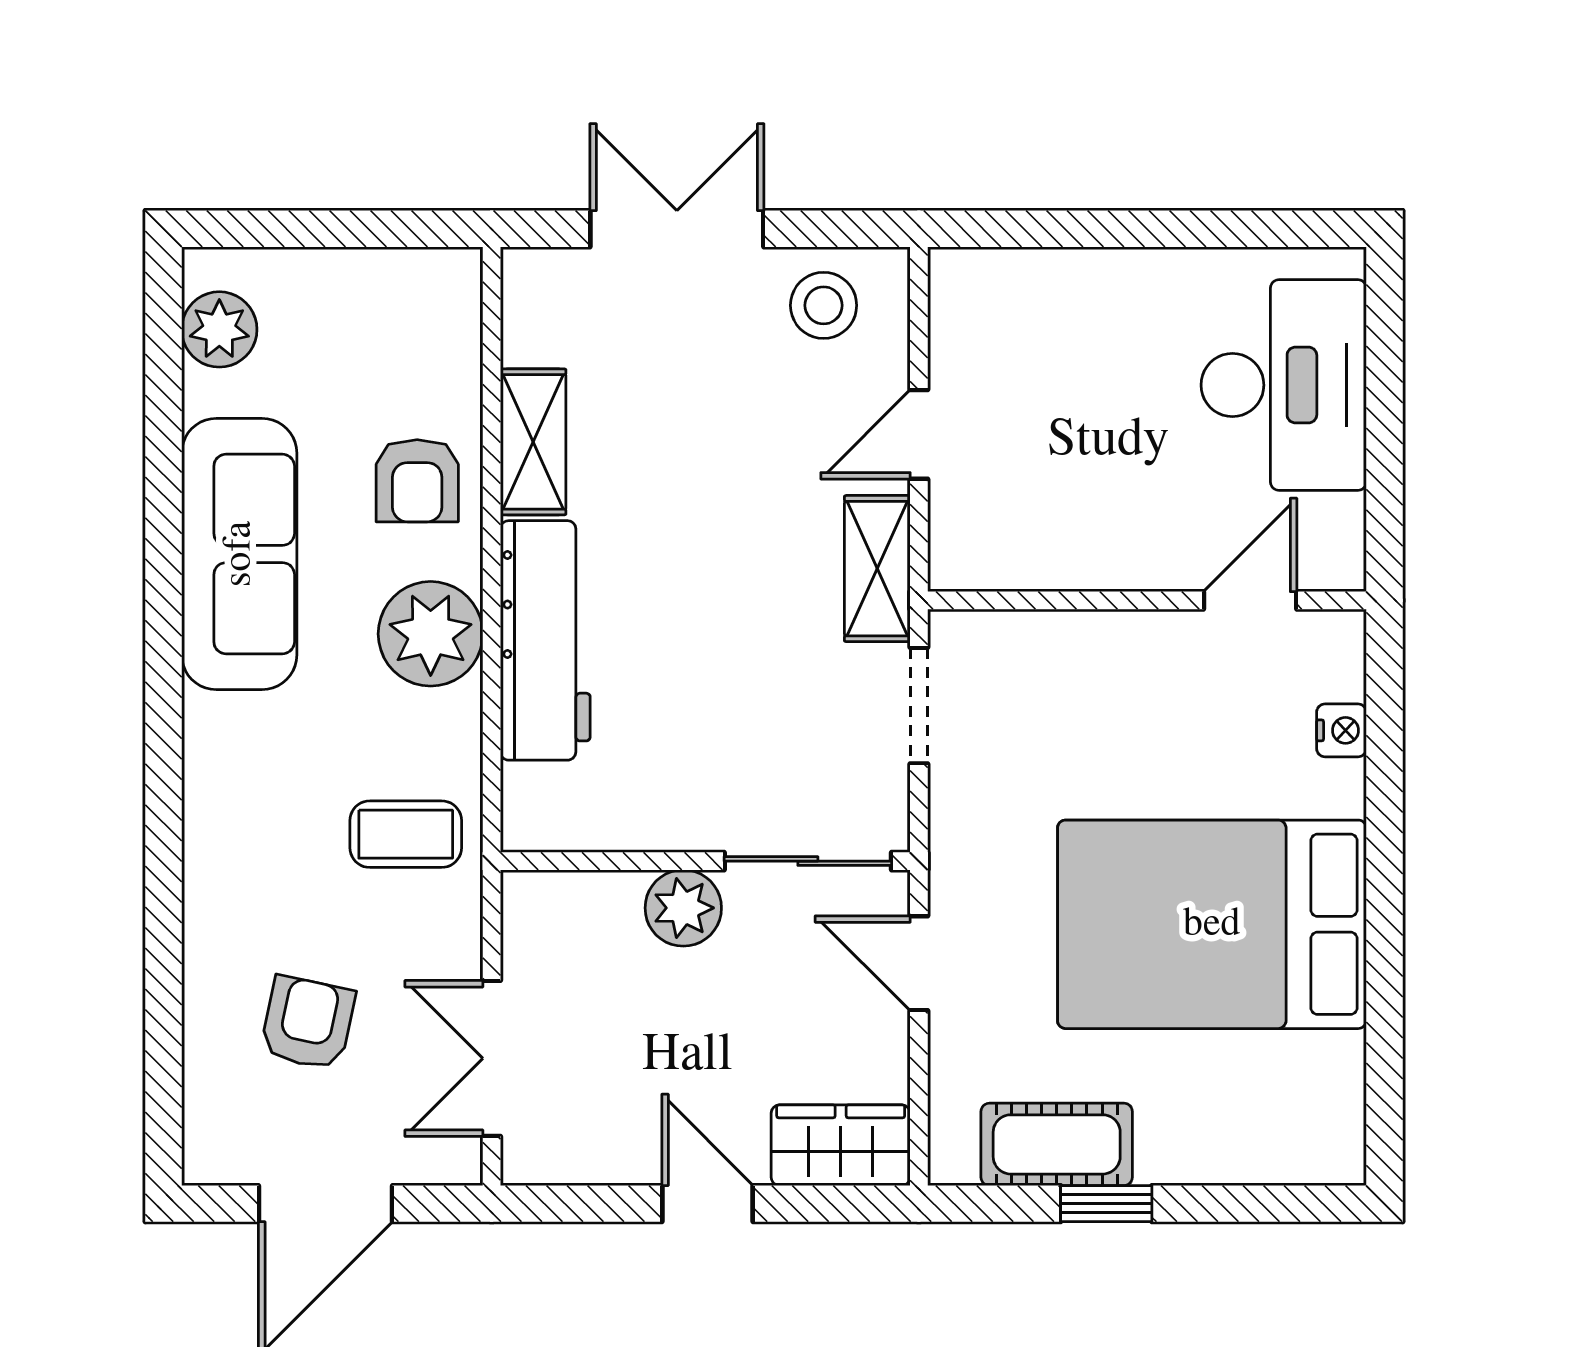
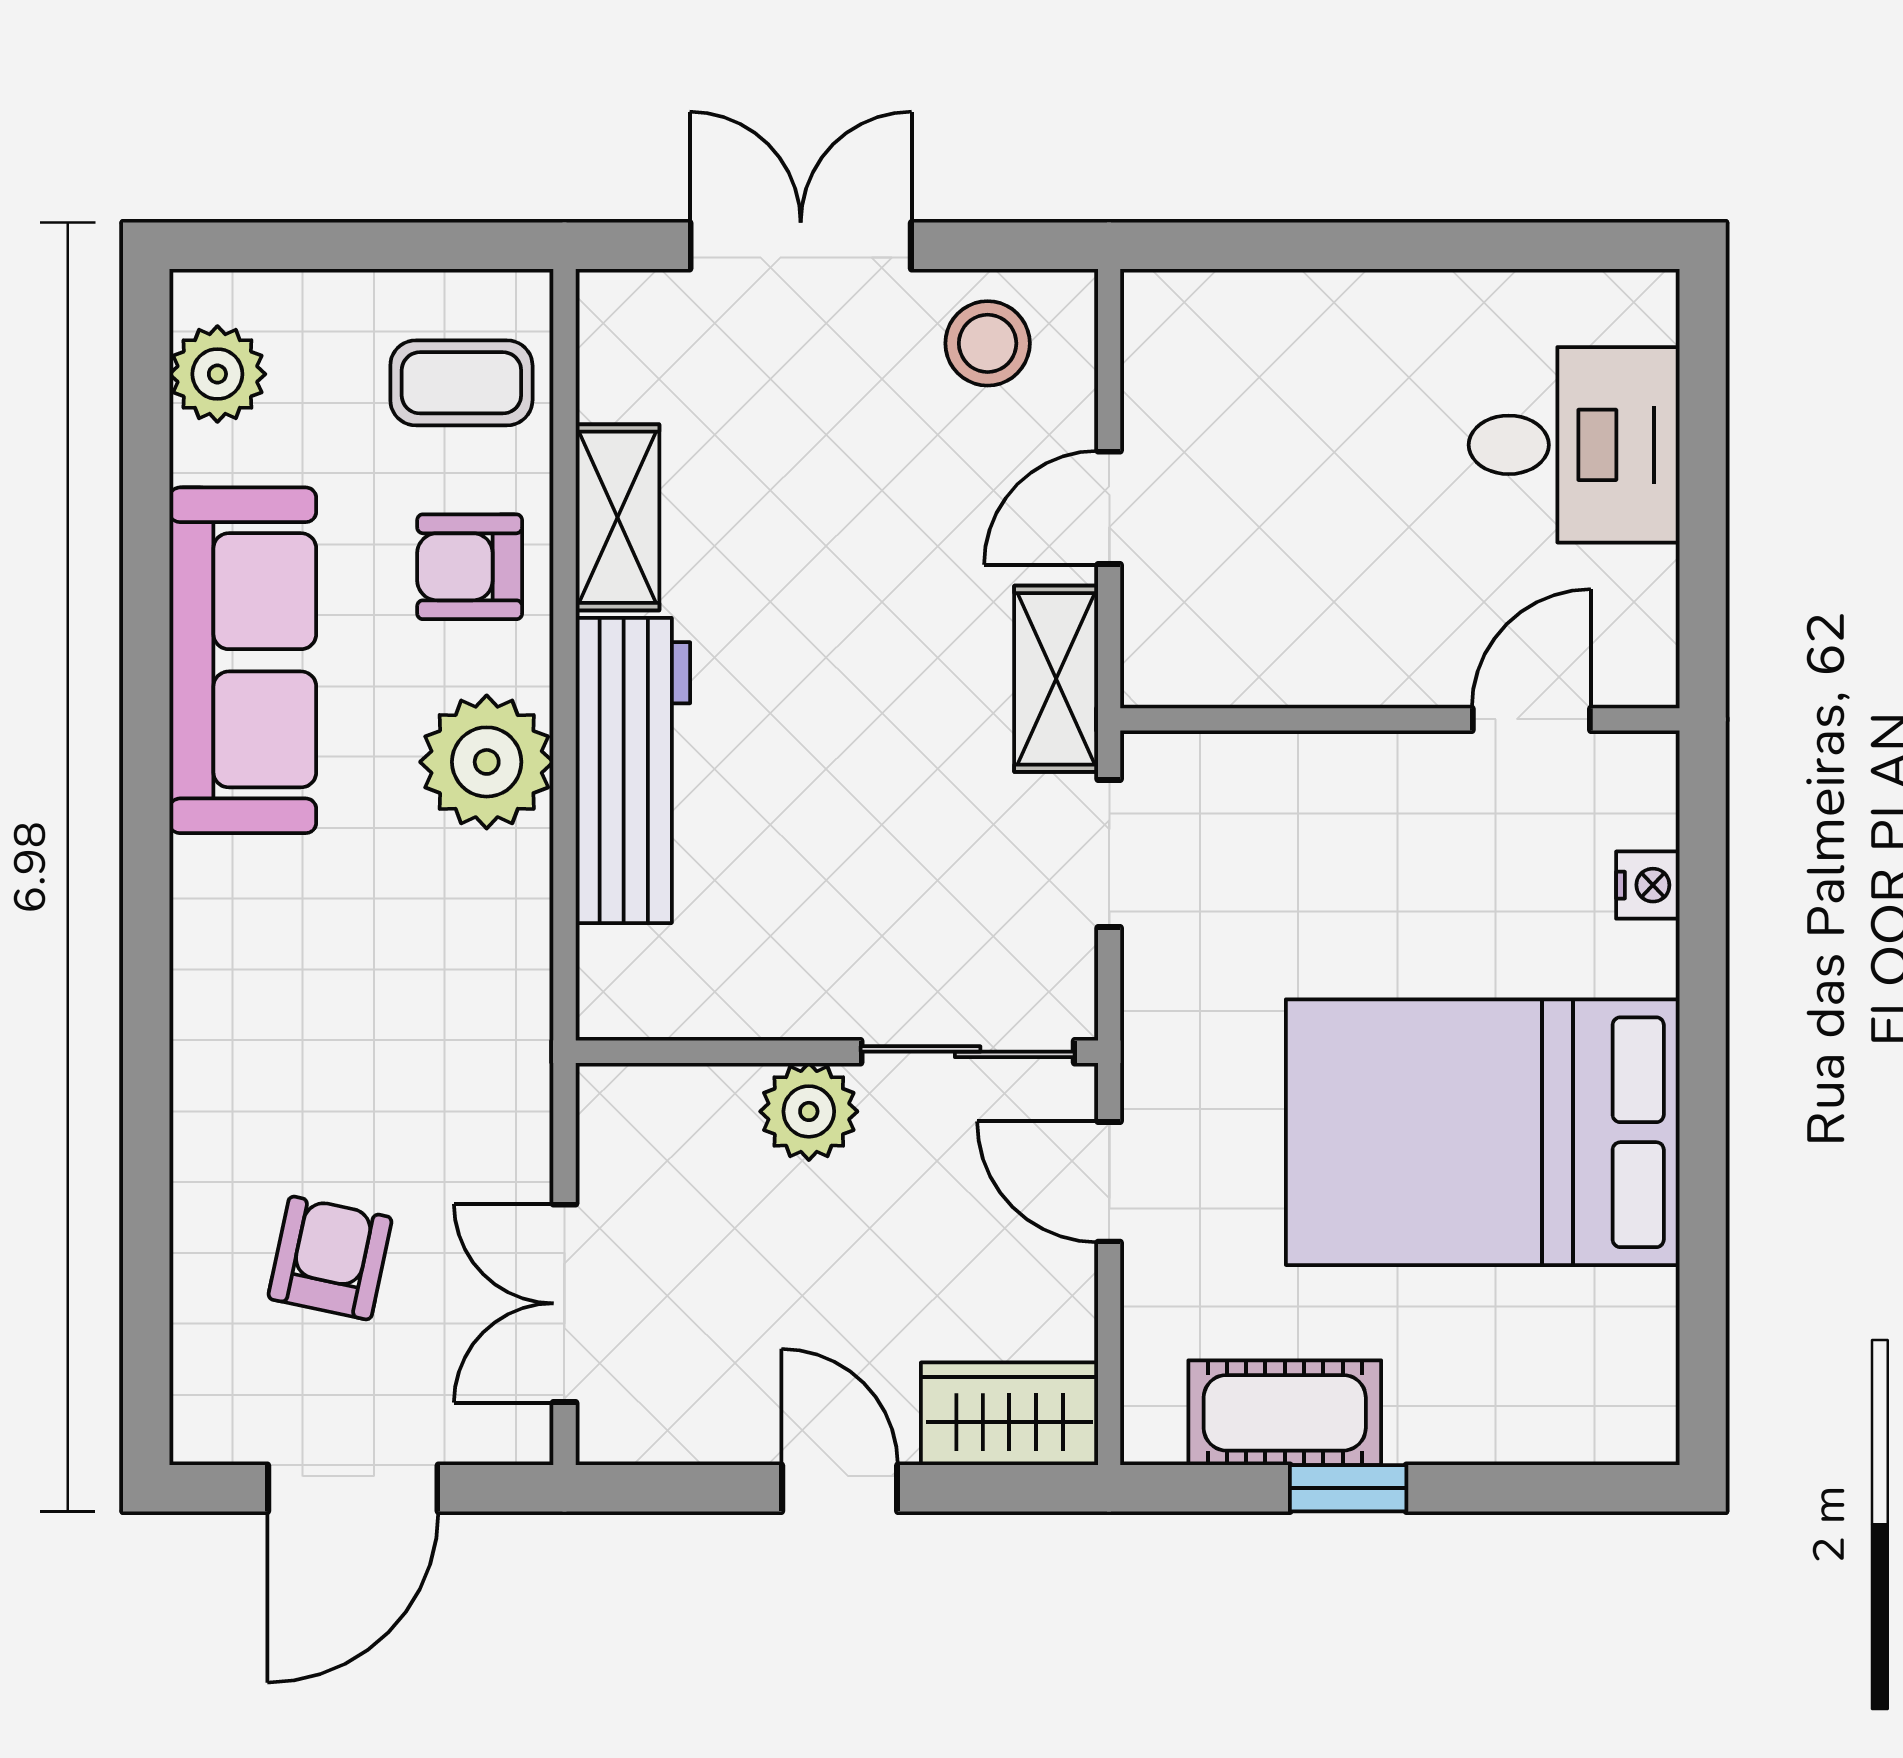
desk: (1284, 385) -> (1574, 445), width x0.73
armchair: (417, 481) -> (470, 567), turned 90
coffee table: (406, 834) -> (461, 383), moved

